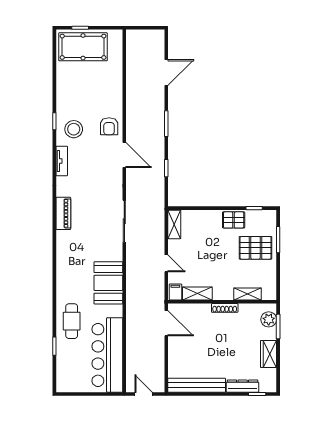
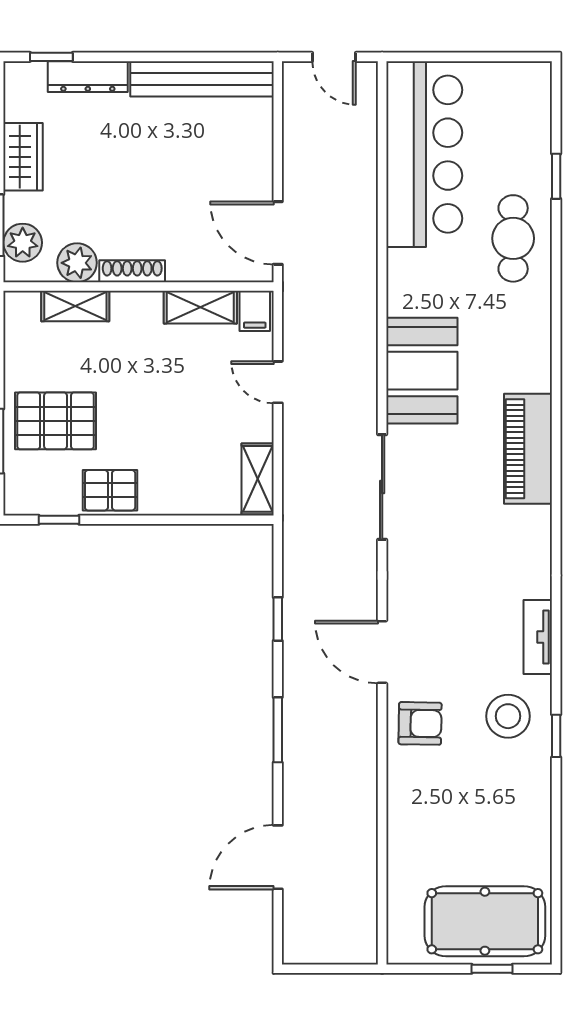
armchair: (109, 126) -> (420, 723), turned 91
piano: (63, 213) -> (528, 449), moved, width x1.37, depth x1.33
booth: (108, 283) -> (422, 371), moved
plant: (247, 311) -> (77, 263), added

